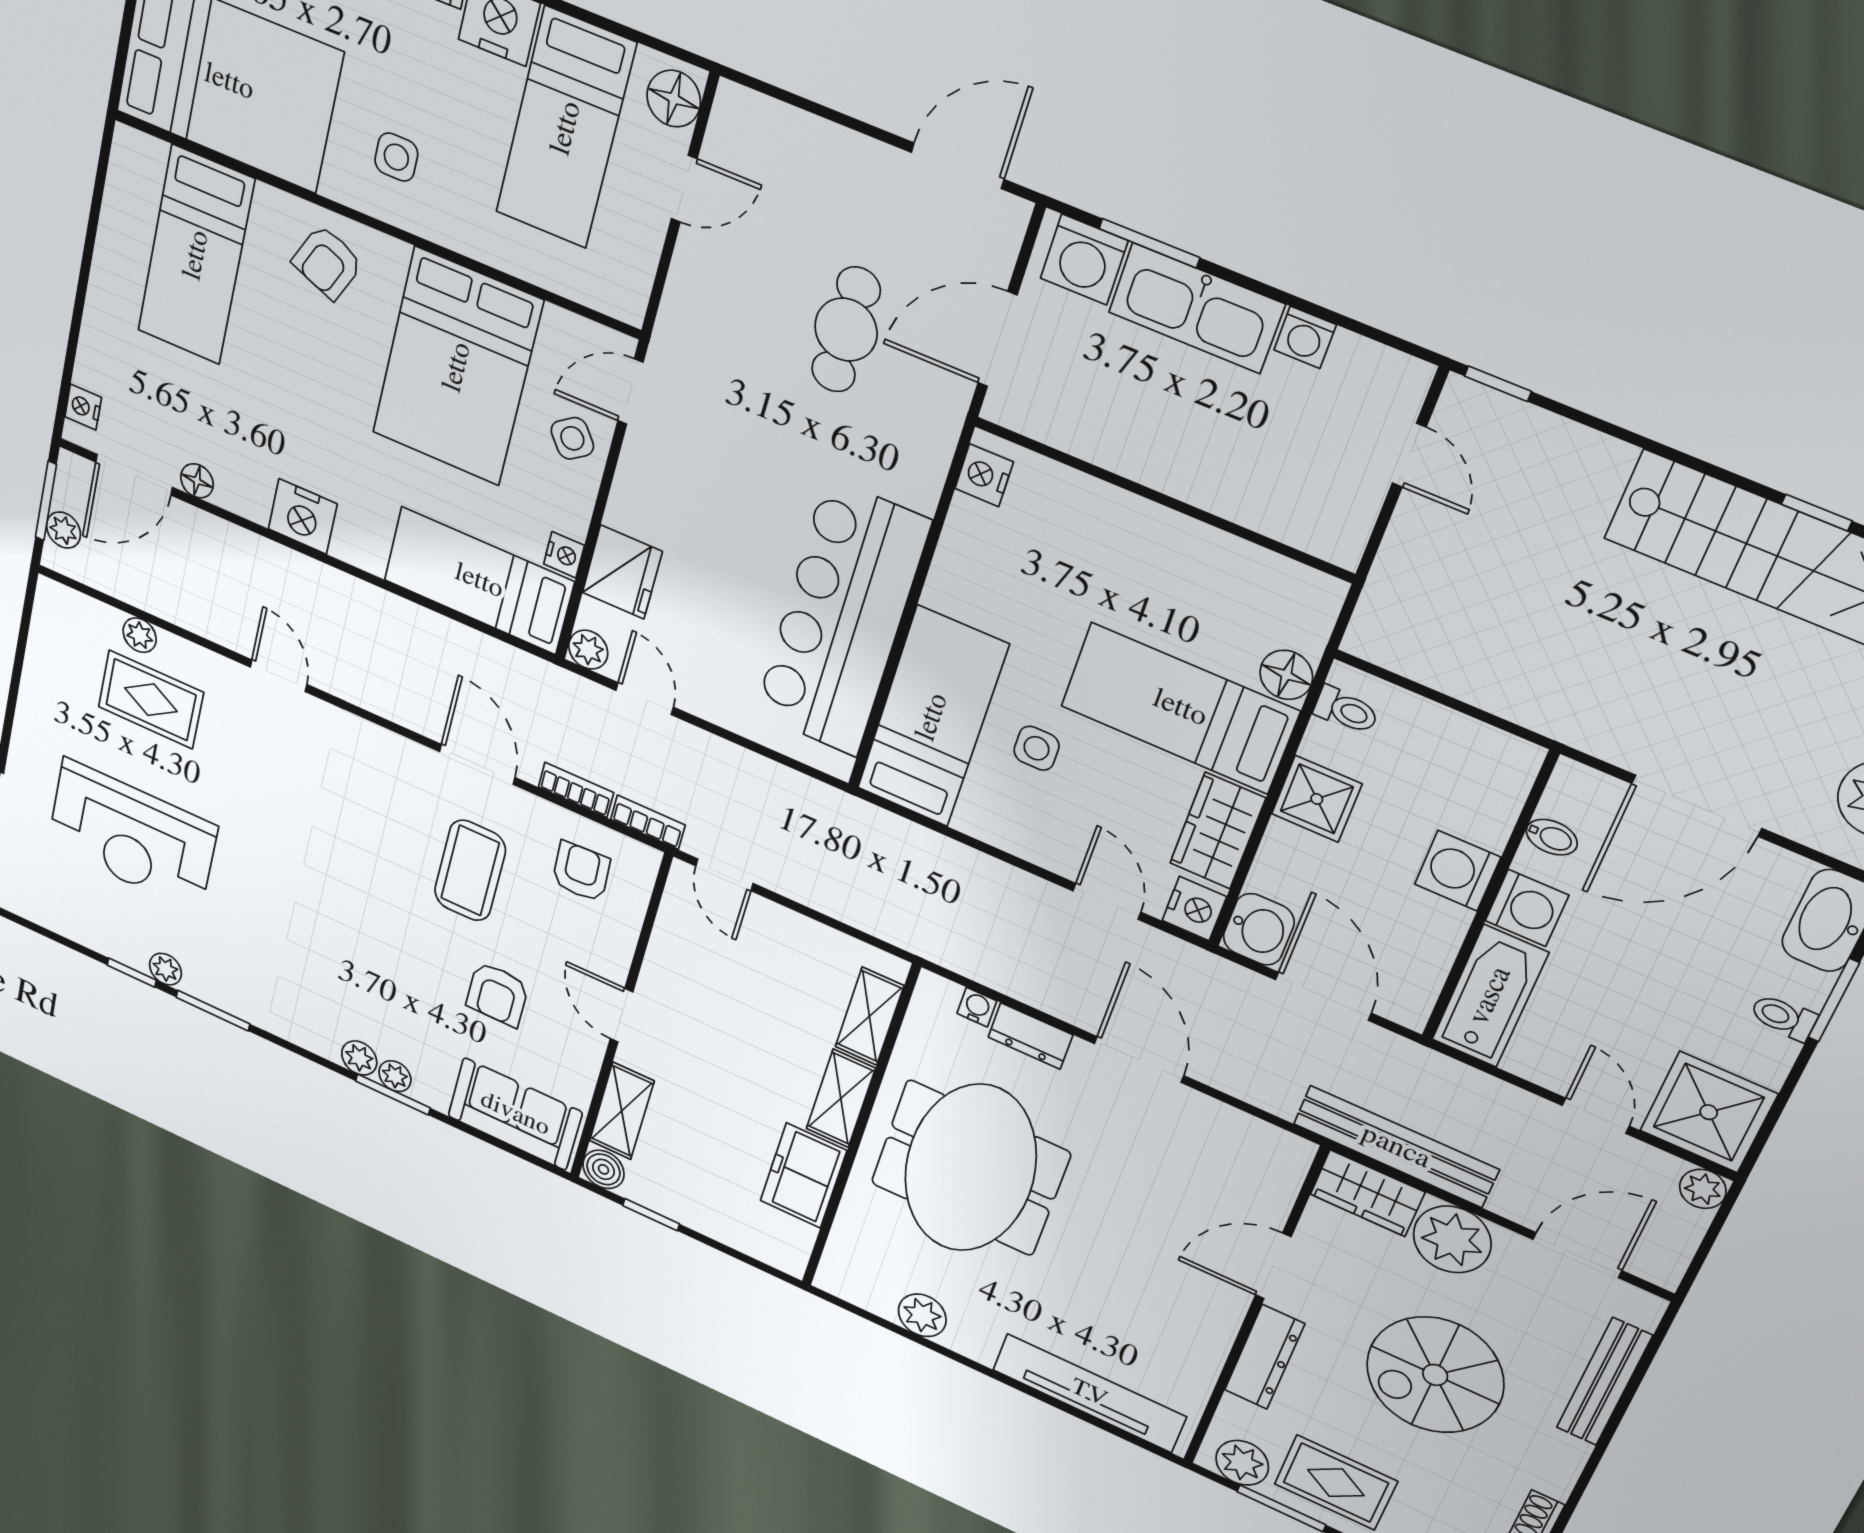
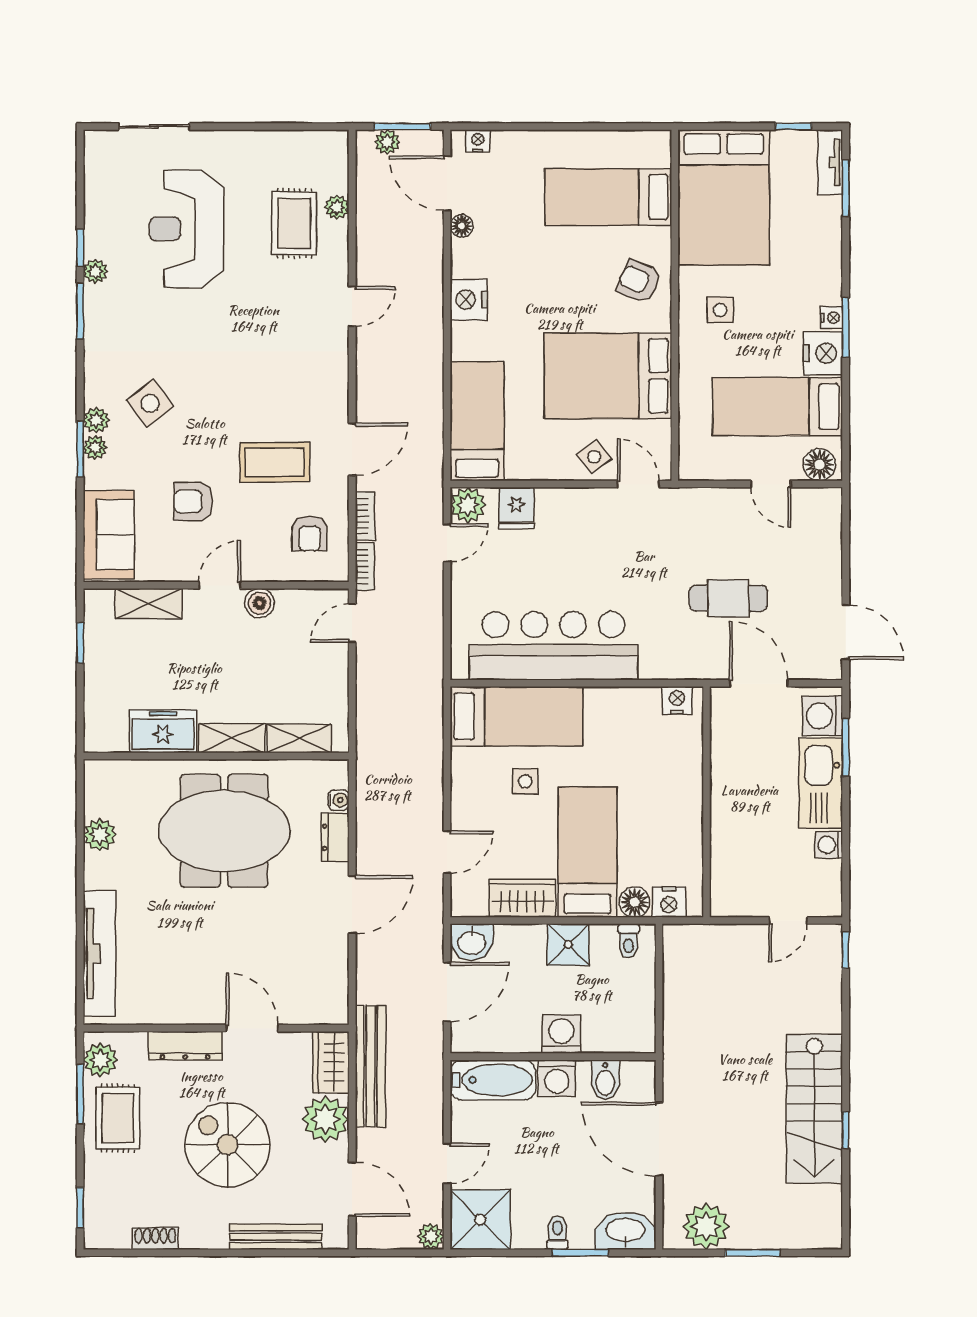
nightstand: (564, 555) -> (518, 470), removed
fridge: (622, 572) -> (516, 508), width x0.72
plant: (588, 650) -> (468, 505), width x1.38, depth x1.38
bidet: (1552, 837) -> (605, 1080), width x1.38, depth x1.36
armchair: (581, 872) -> (310, 534), turned 93
nightstand: (1194, 909) -> (669, 902), moved
side table: (352, 985) -> (150, 403), added
boiler: (604, 1169) -> (260, 603), moved

